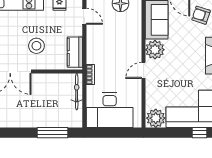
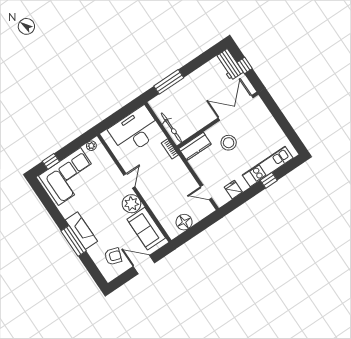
kitchen counter: (75, 52) -> (195, 146), moved, turned 90
plant: (156, 118) -> (91, 146), width x0.53, depth x0.53

